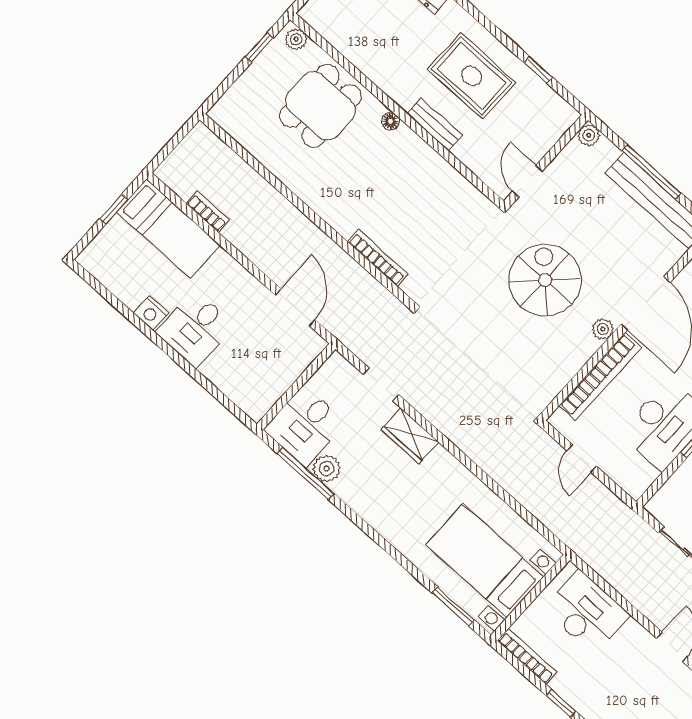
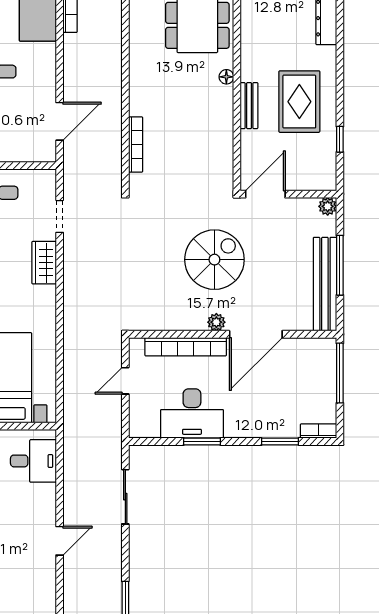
door: (527, 181) -> (265, 194), width x1.38
desk: (587, 612) -> (33, 461), width x0.73

